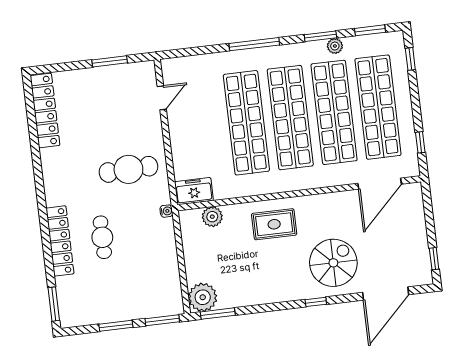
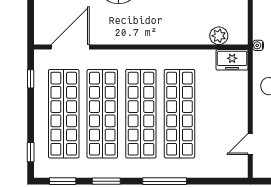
plant: (335, 46) -> (95, 171), removed
rug: (274, 224) -> (166, 23), removed

